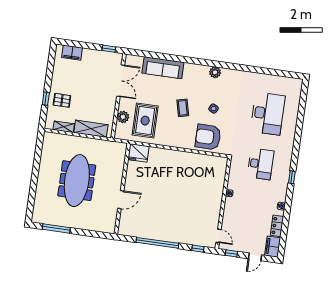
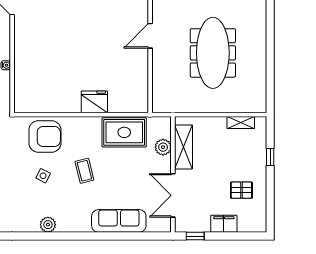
filing cabinet: (72, 53) -> (224, 224), moved
pallet: (62, 100) -> (241, 190), moved
rug: (145, 121) -> (124, 132), moved, turned 90
shelving: (91, 129) -> (184, 147), moved, turned 90
fridge: (138, 153) -> (94, 102), moved

